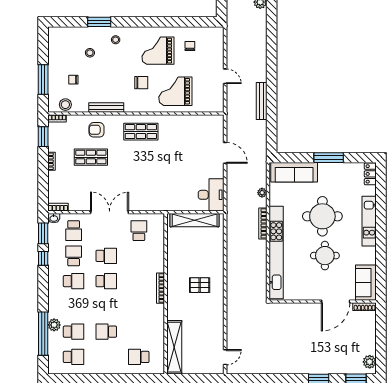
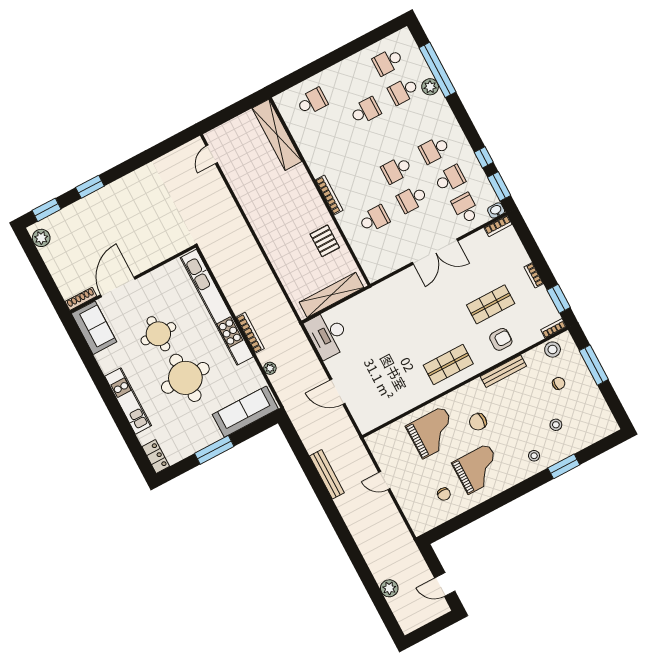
school desk: (139, 231) -> (374, 219), moved, turned -90
school desk: (74, 256) -> (450, 179), turned -90
pallet: (200, 285) -> (325, 241), moved, turned 90

